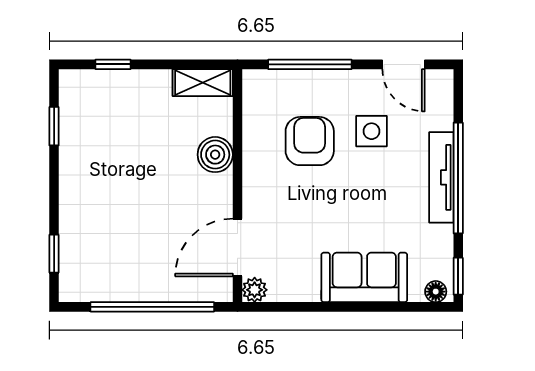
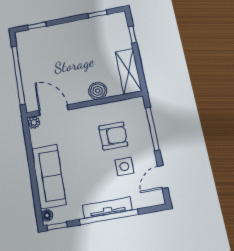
shelving: (203, 83) -> (129, 71), width x1.50, depth x1.33
sofa: (364, 277) -> (49, 176), width x1.36

